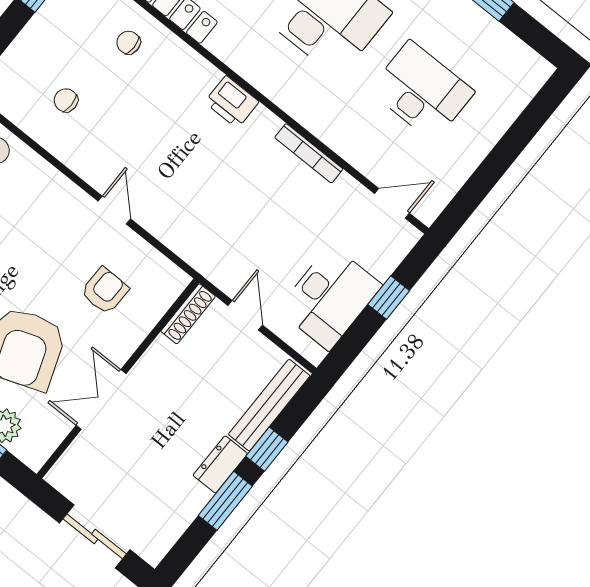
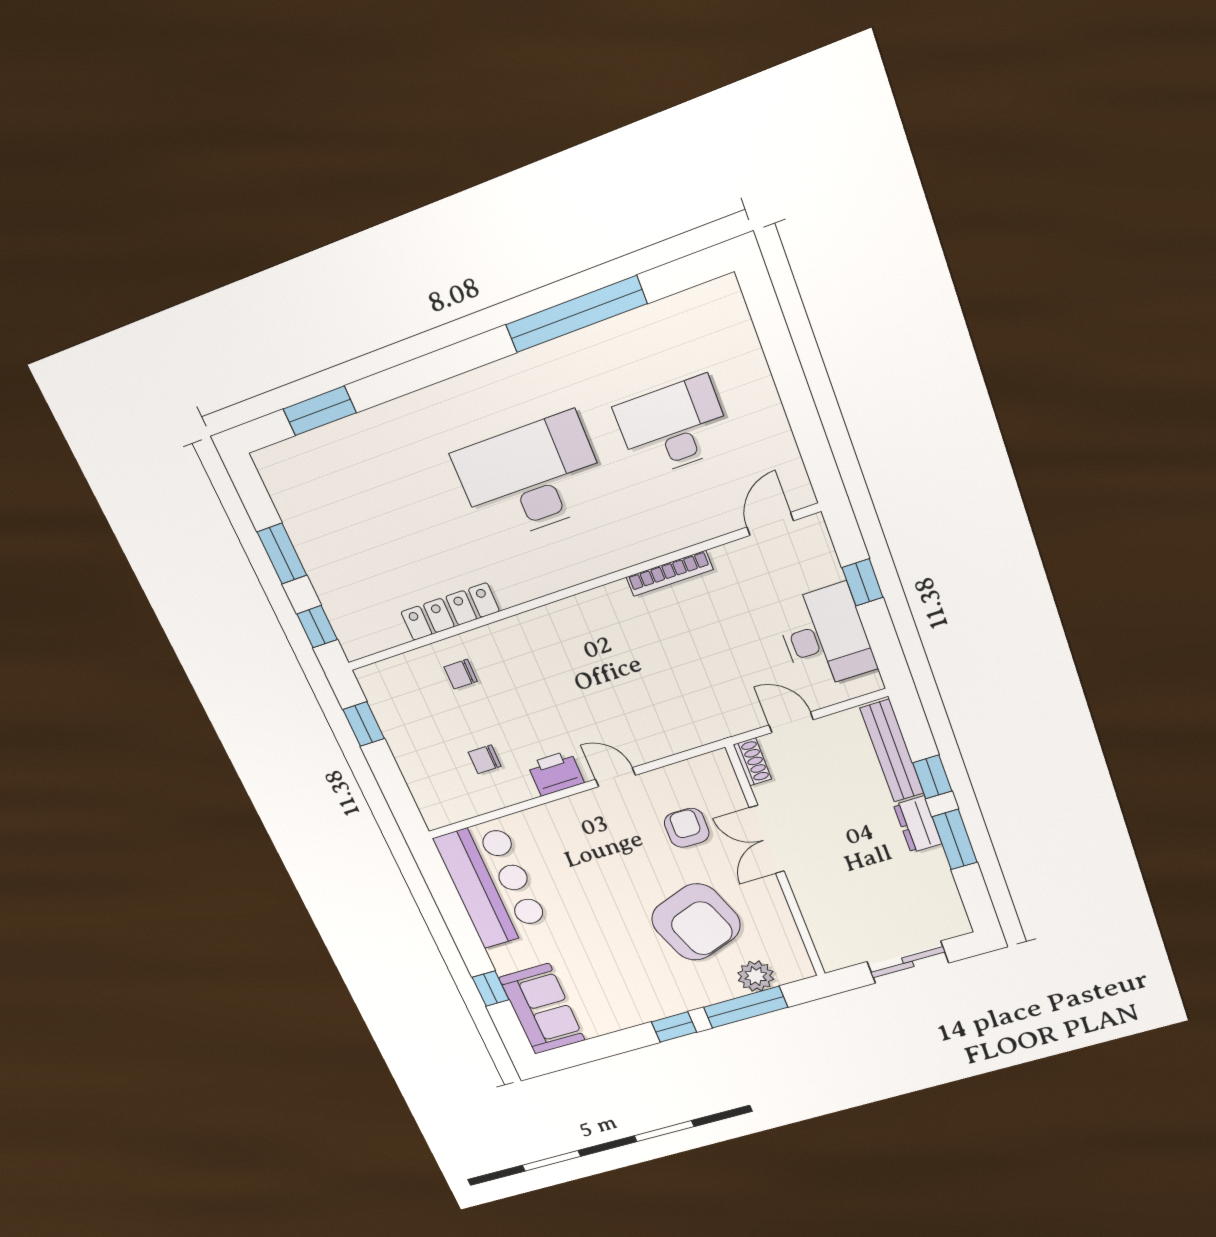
printer: (232, 102) -> (556, 773), moved, turned 180
shoe rack: (188, 314) -> (752, 762), width x0.70
double door: (101, 399) -> (767, 840), moved

